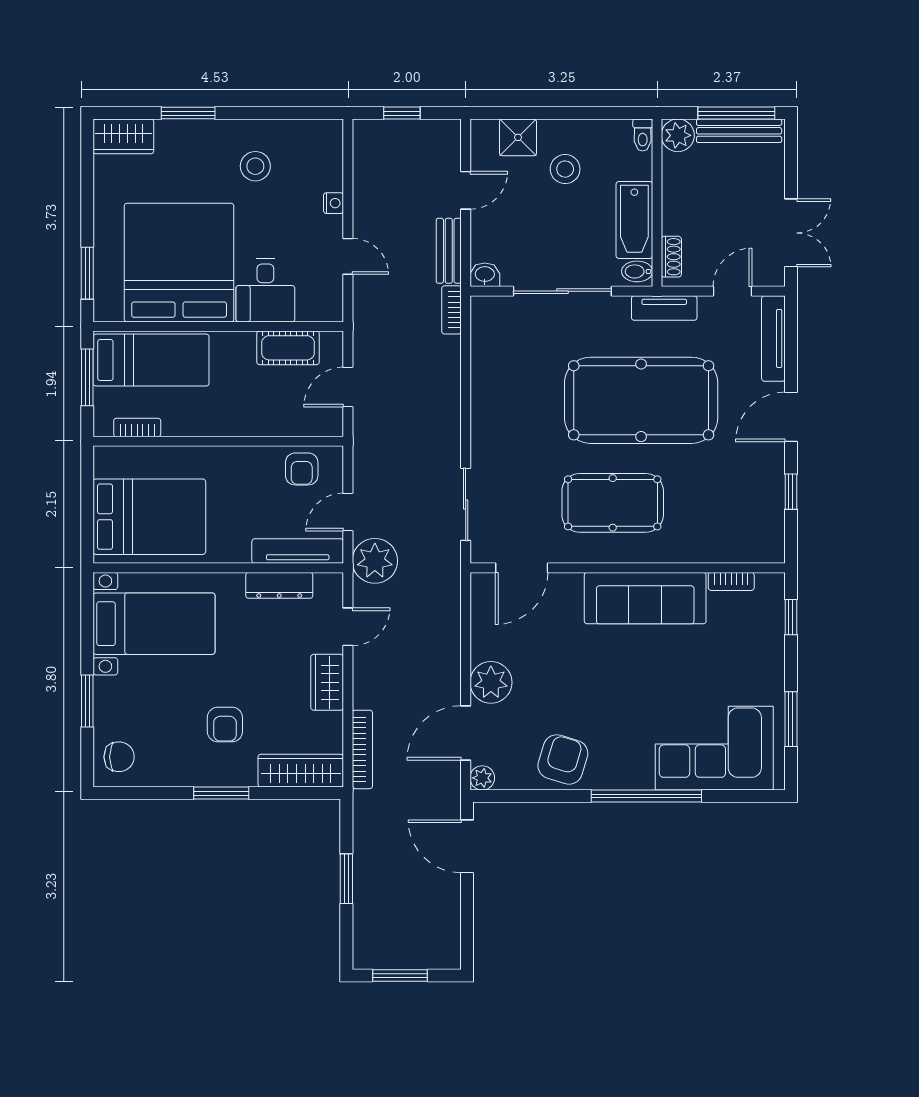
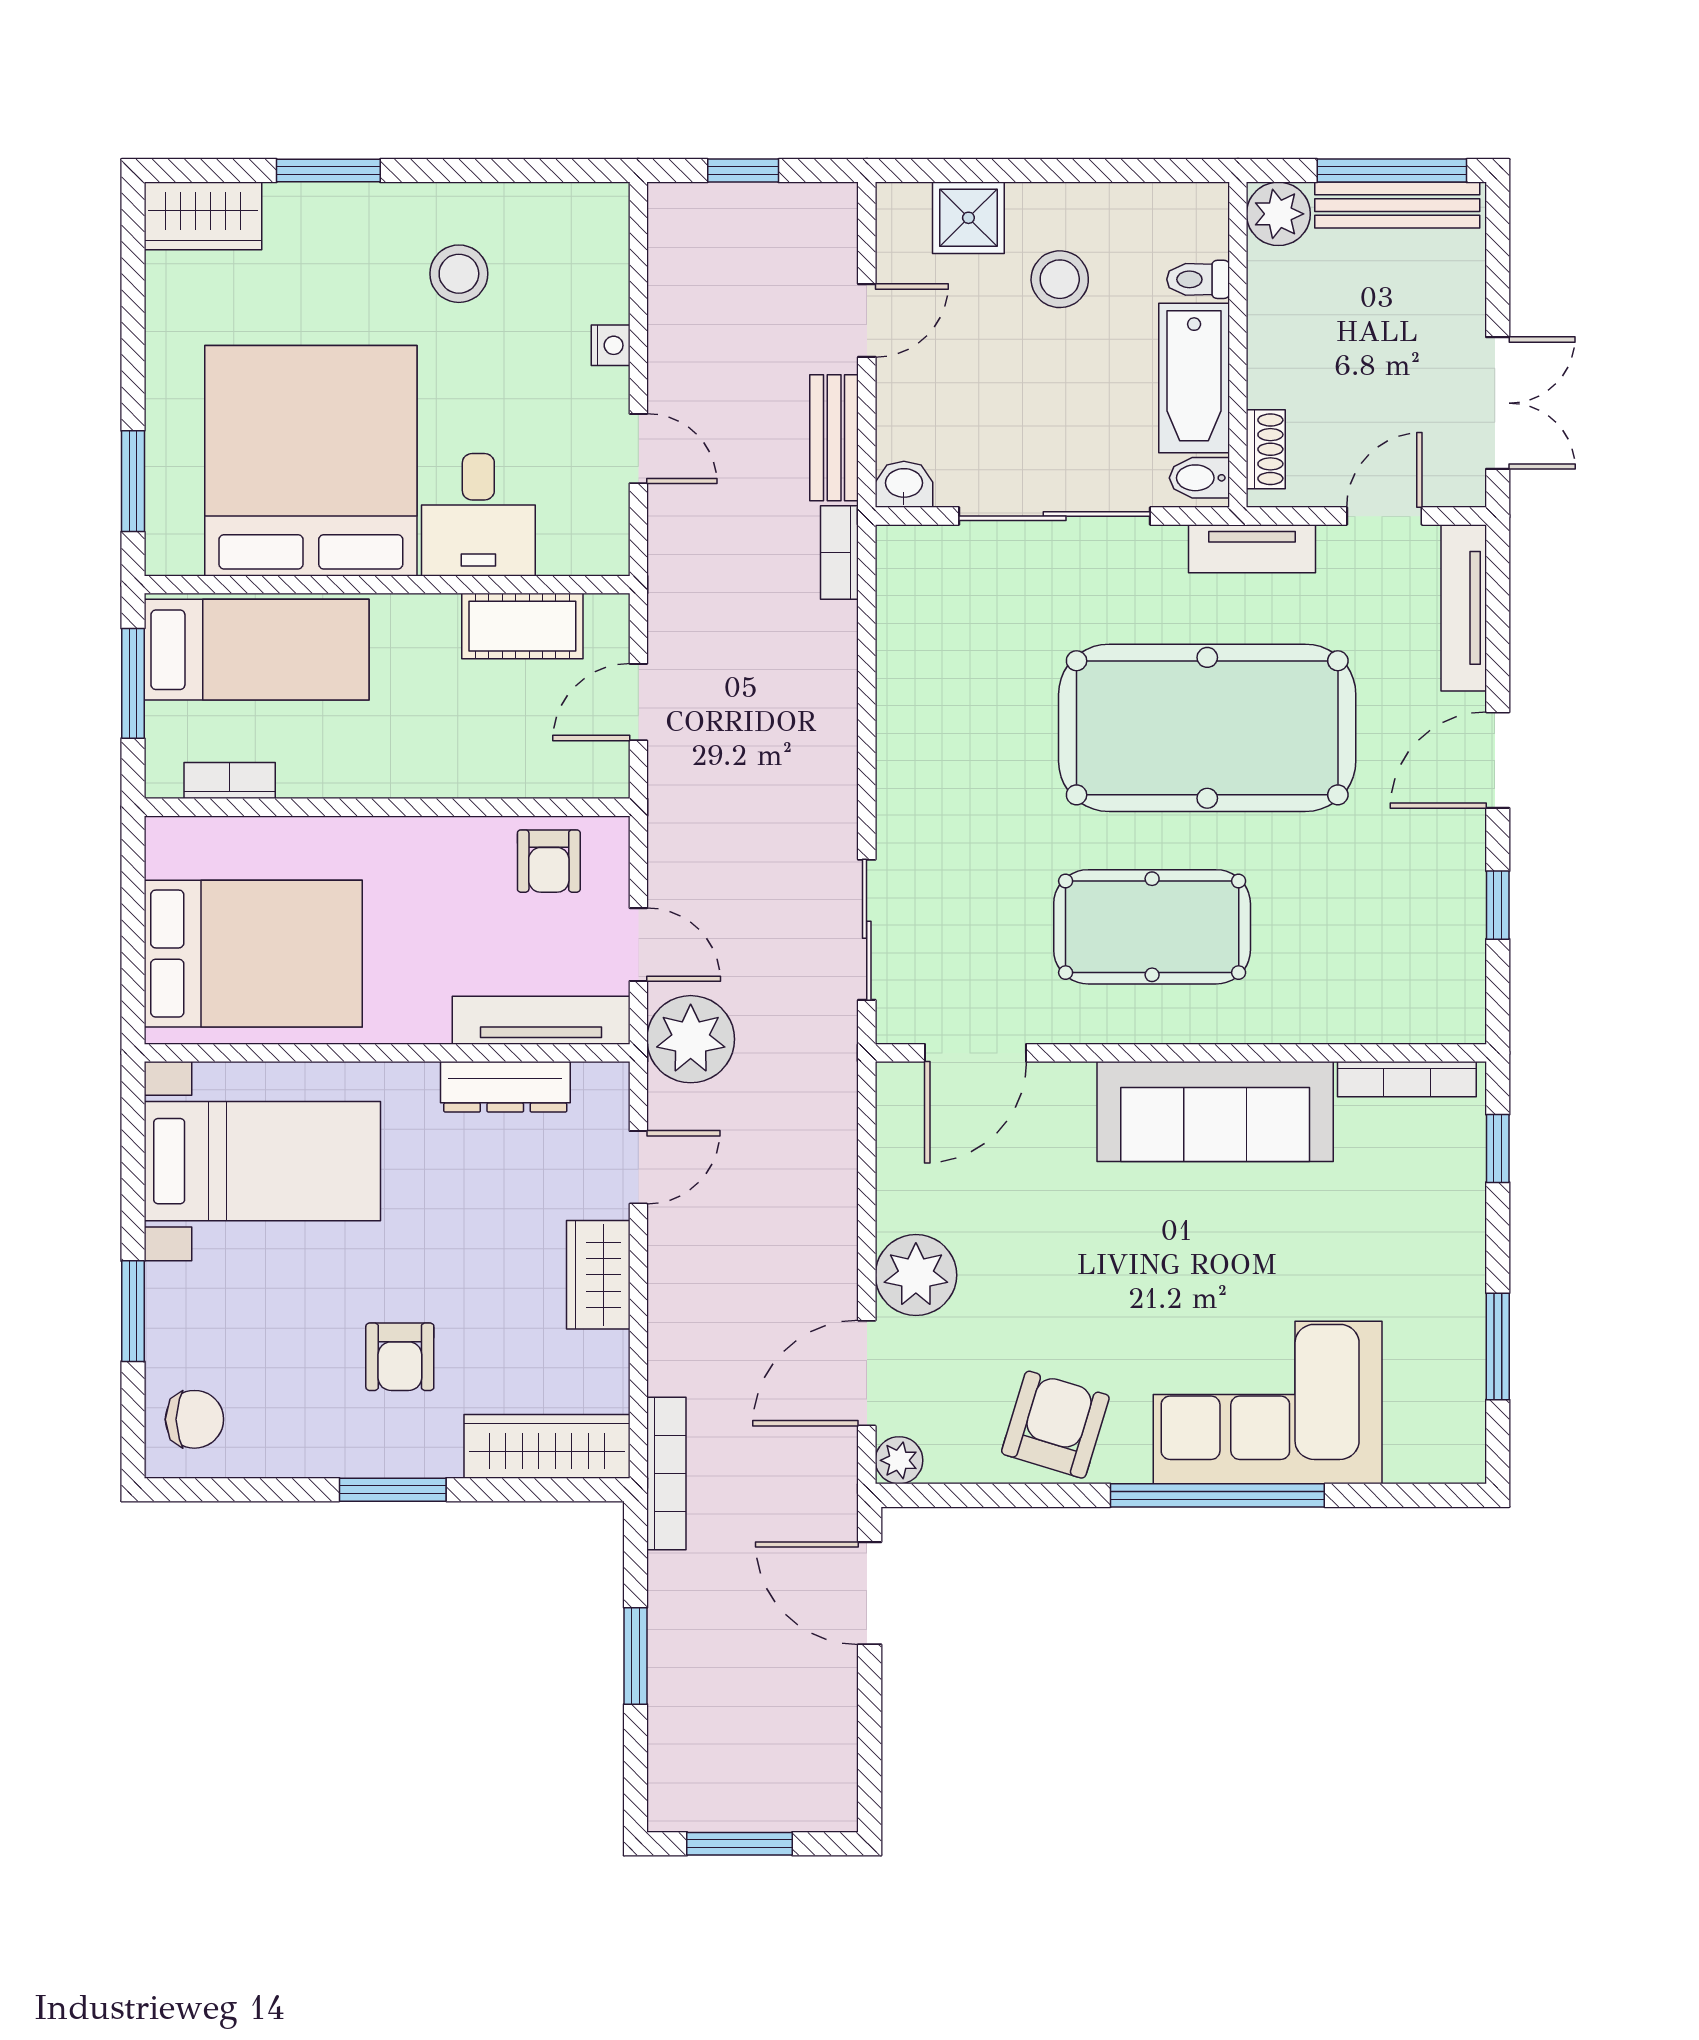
toilet: (643, 135) -> (1198, 279), moved, turned 90
door: (348, 512) -> (638, 945), swing flipped
bookcase: (731, 581) -> (1407, 1079), width x1.56
corner sofa: (714, 748) -> (1268, 1402), moved
bookcase: (362, 749) -> (666, 1474), moved

